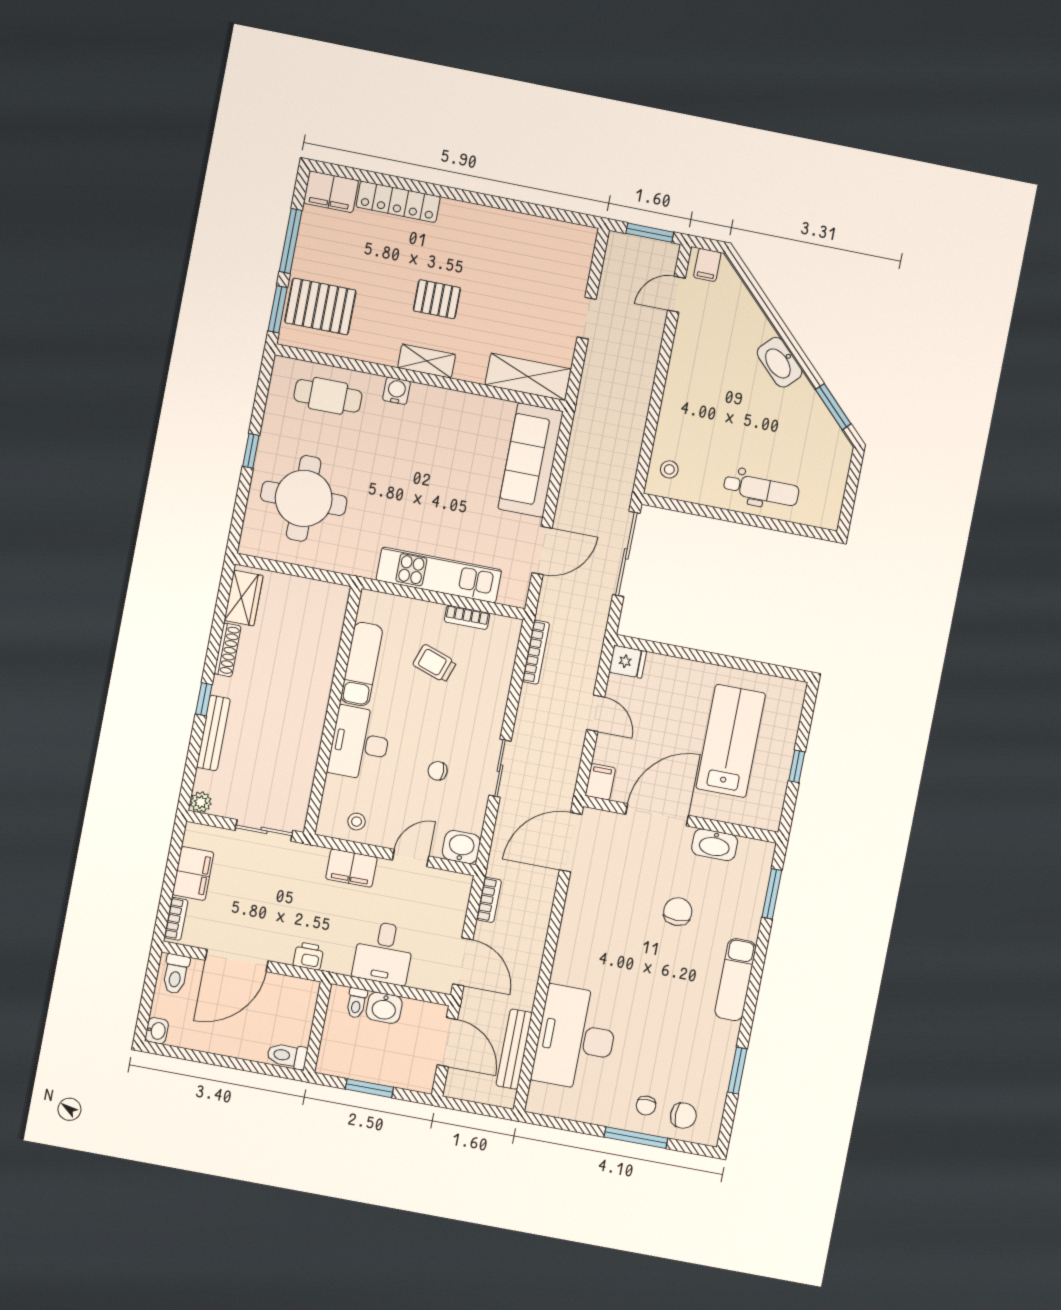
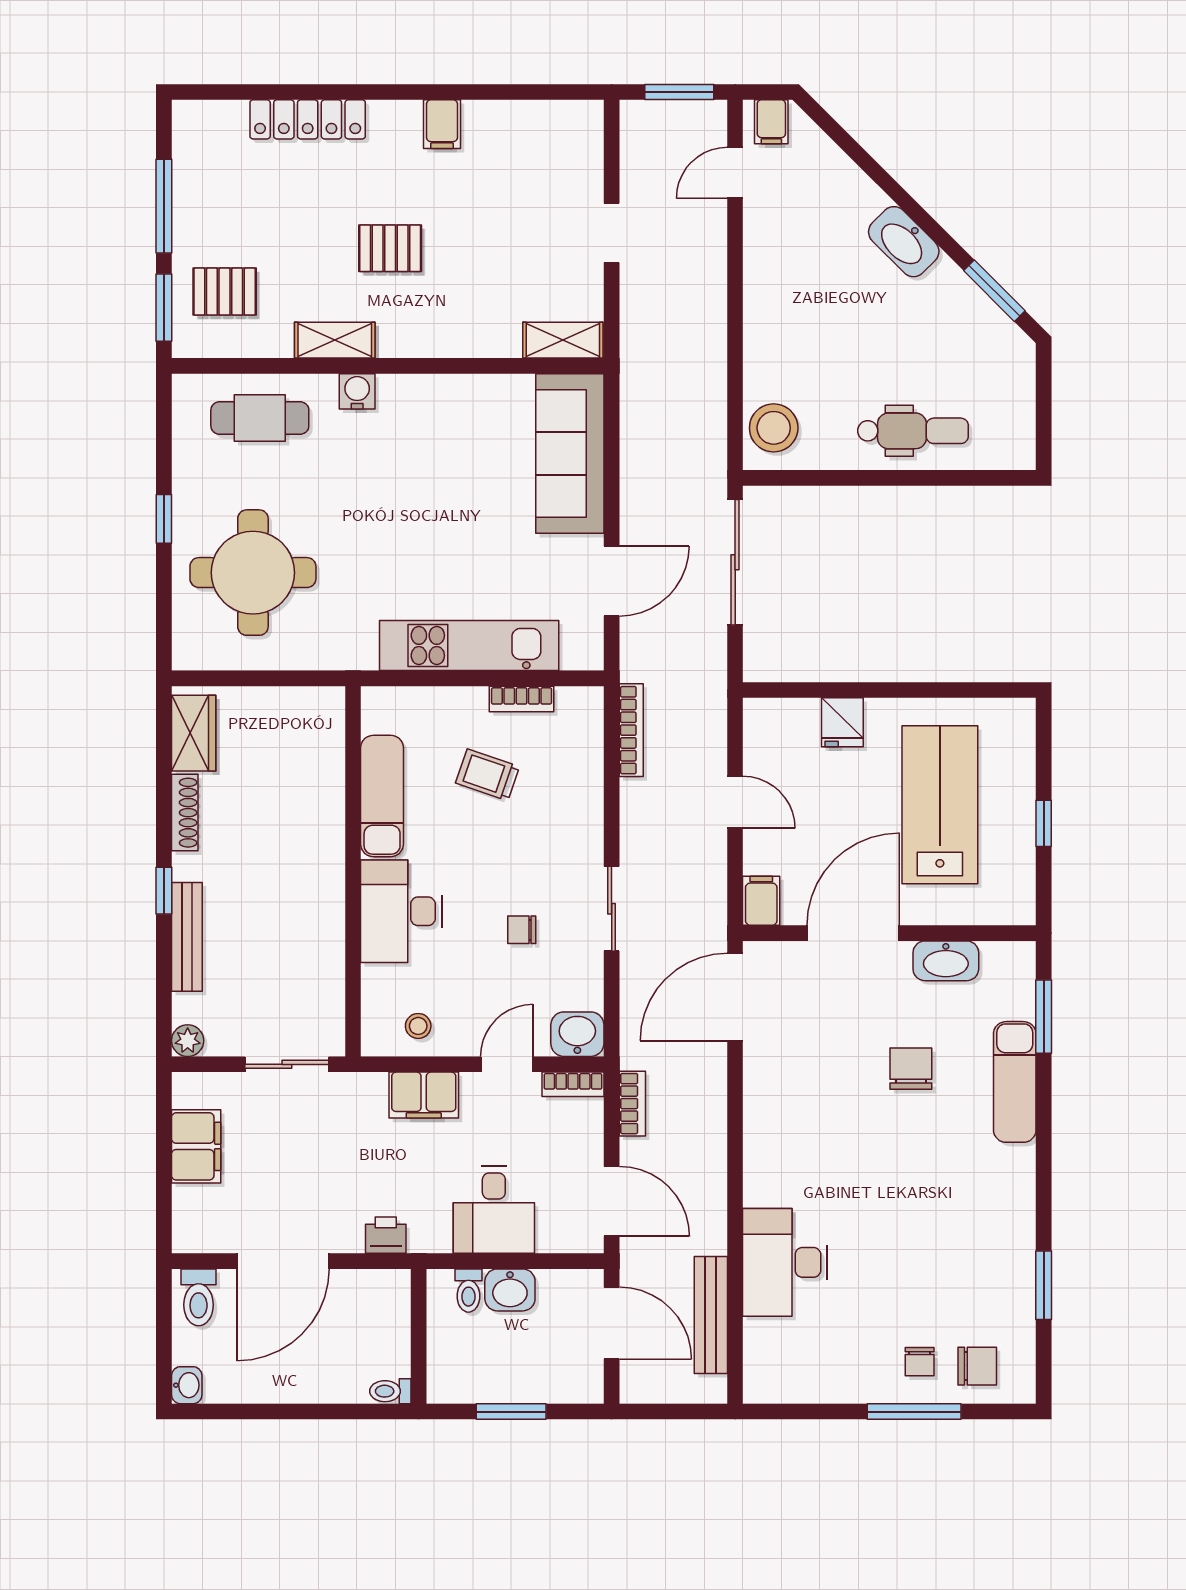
filing cabinet: (331, 192) -> (442, 124), moved, width x0.50
pallet: (320, 306) -> (225, 292), width x0.67, depth x0.71
shelving: (427, 361) -> (335, 340), moved
shelving: (528, 377) -> (563, 340), width x0.67, depth x0.75
stool: (669, 469) -> (774, 428), width x1.89, depth x1.89
fridge: (628, 662) -> (842, 722), moved, turned 90
bookcase: (176, 919) -> (573, 1084), moved, turned 90
exam couch: (735, 980) -> (1015, 1082), moved
desk: (576, 1038) -> (785, 1262), width x0.73, depth x0.77
toilet: (287, 1056) -> (390, 1391), width x0.73, depth x0.72

